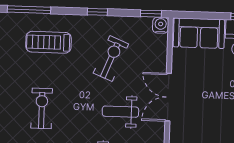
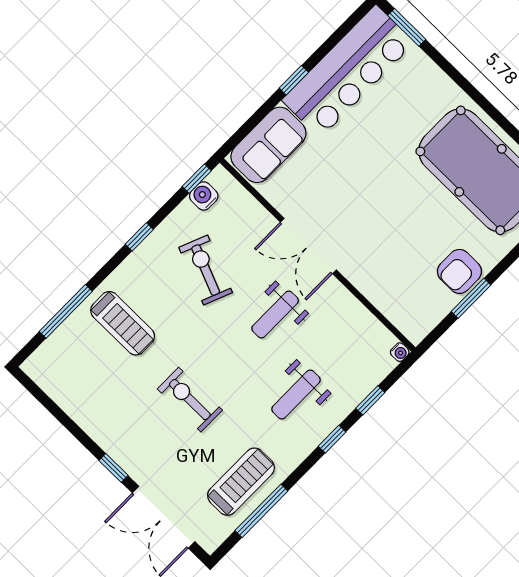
water cooler: (161, 25) -> (204, 196), moved
treadmill: (49, 42) -> (123, 323), turned -90

